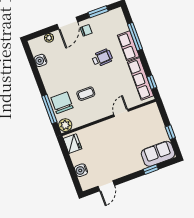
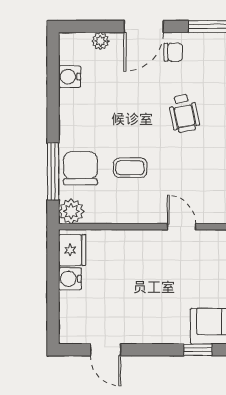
wheelchair: (102, 58) -> (184, 113), turned 82
door: (121, 113) -> (182, 227), hinge flipped
water cooler: (81, 170) -> (70, 279), moved
door: (106, 186) -> (106, 350), hinge flipped

